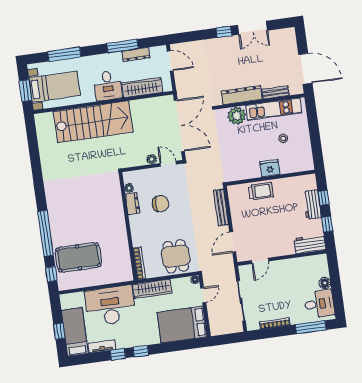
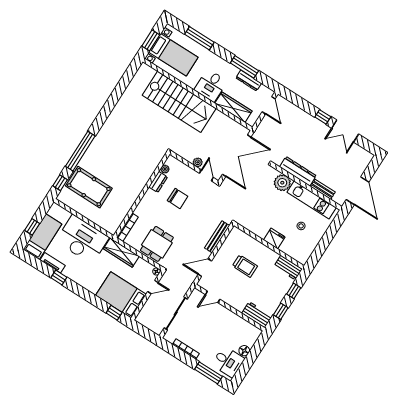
trolley: (261, 191) -> (245, 266), moved
workbench: (312, 205) -> (288, 268), moved, turned -90
window: (141, 351) -> (114, 313), moved

